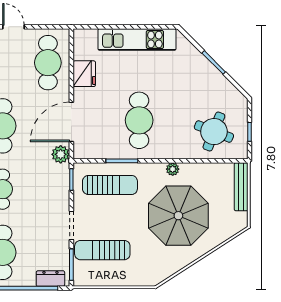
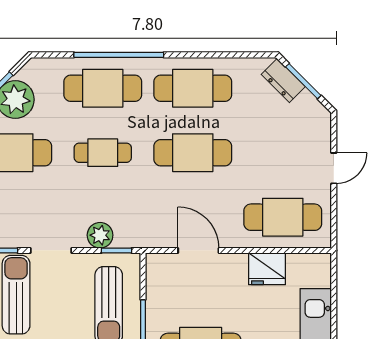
door: (71, 122) -> (198, 250), width x0.73
plant: (61, 154) -> (100, 235), moved

